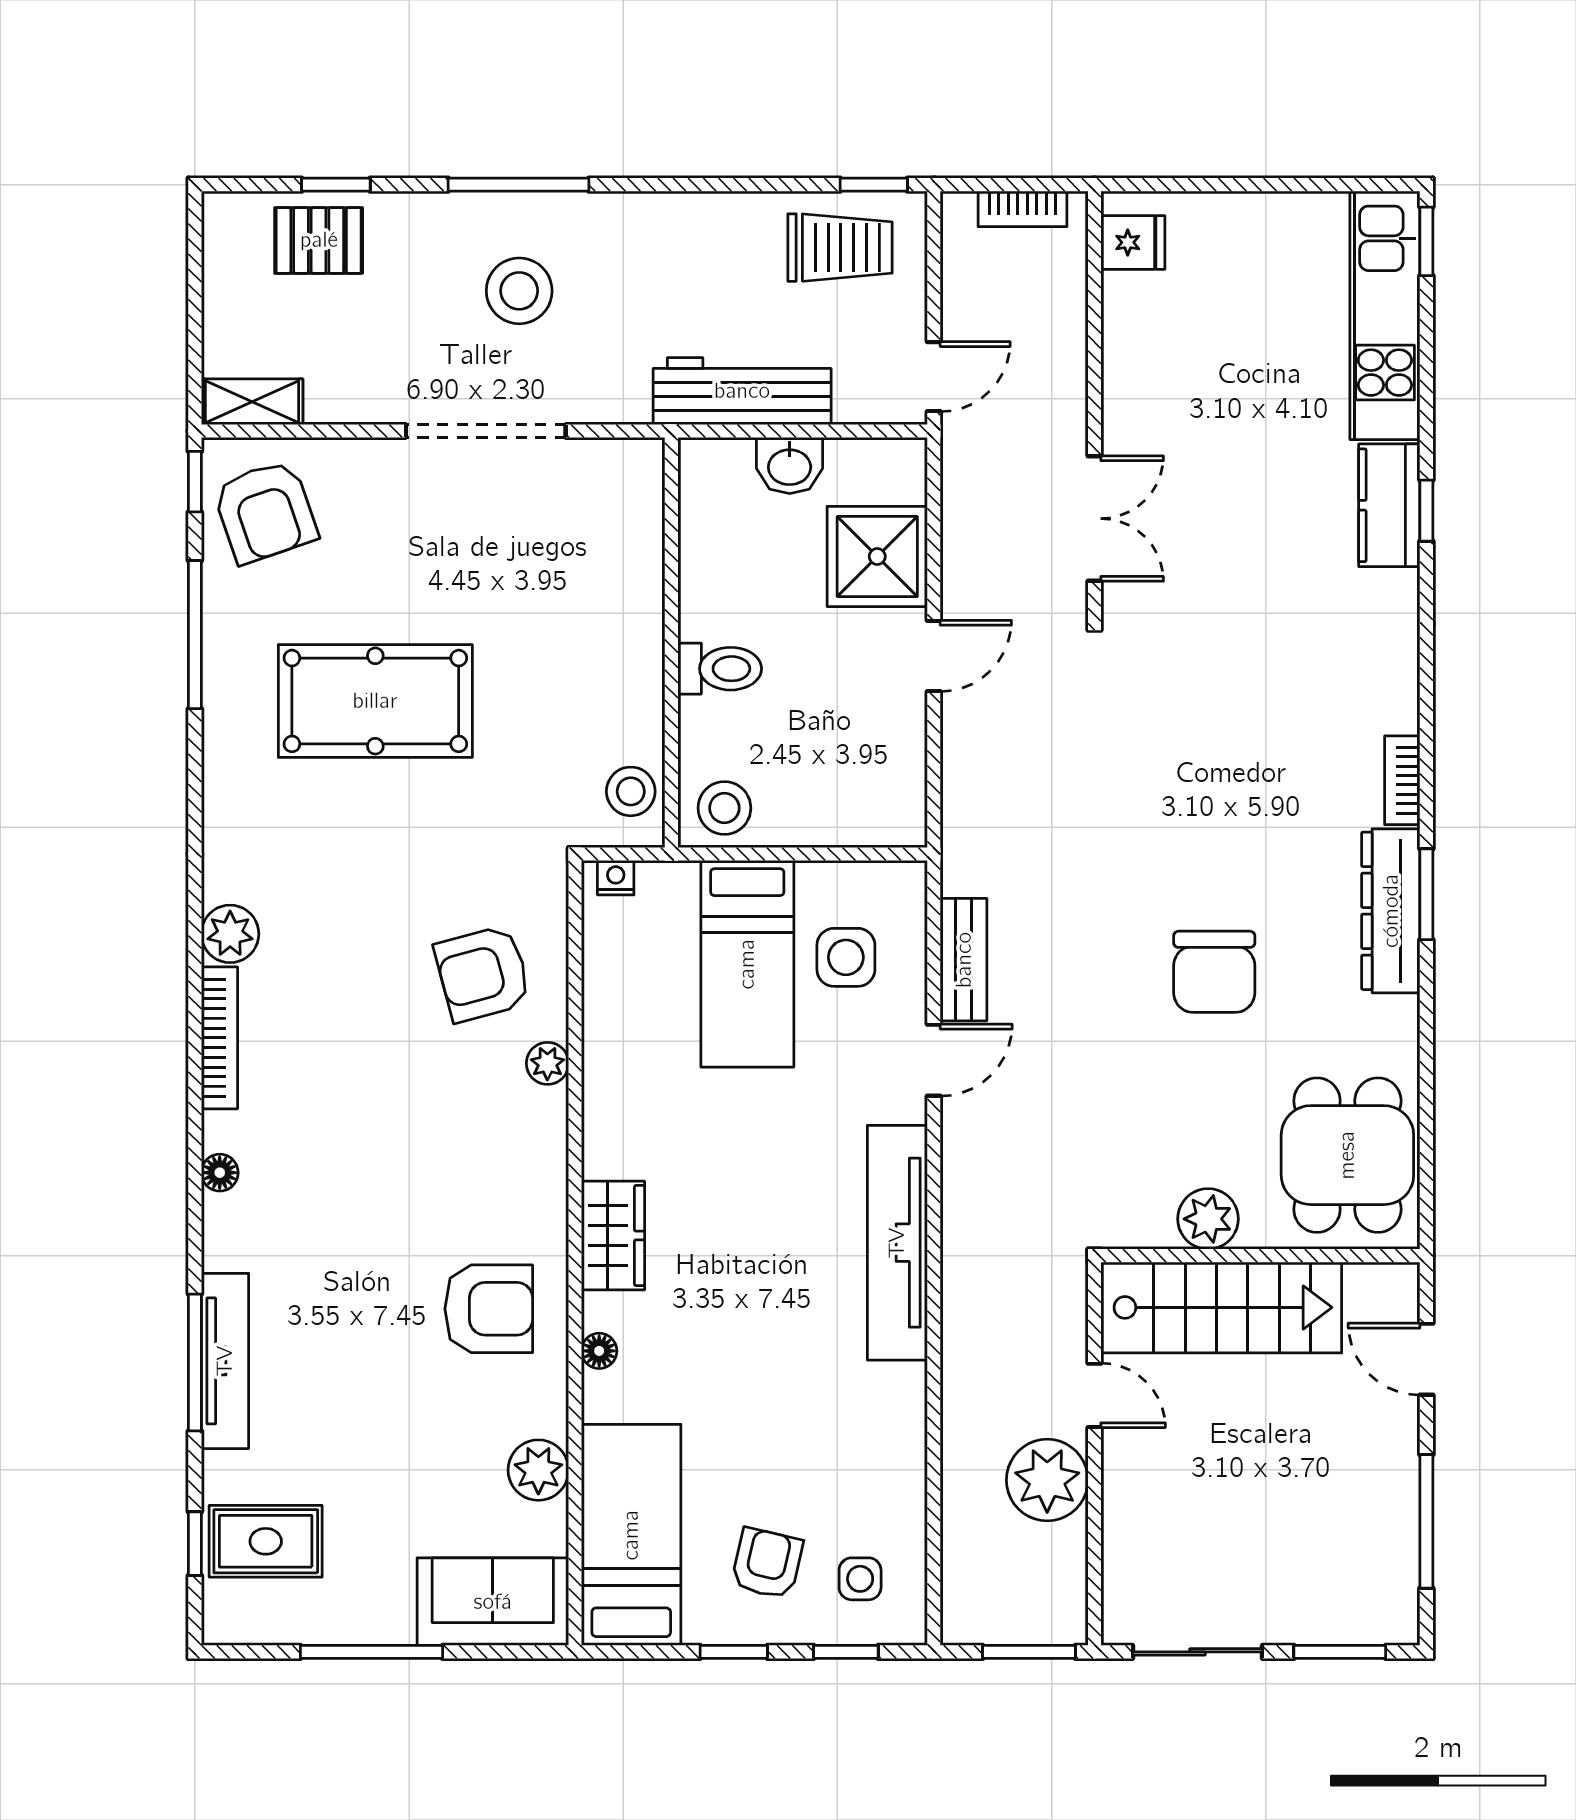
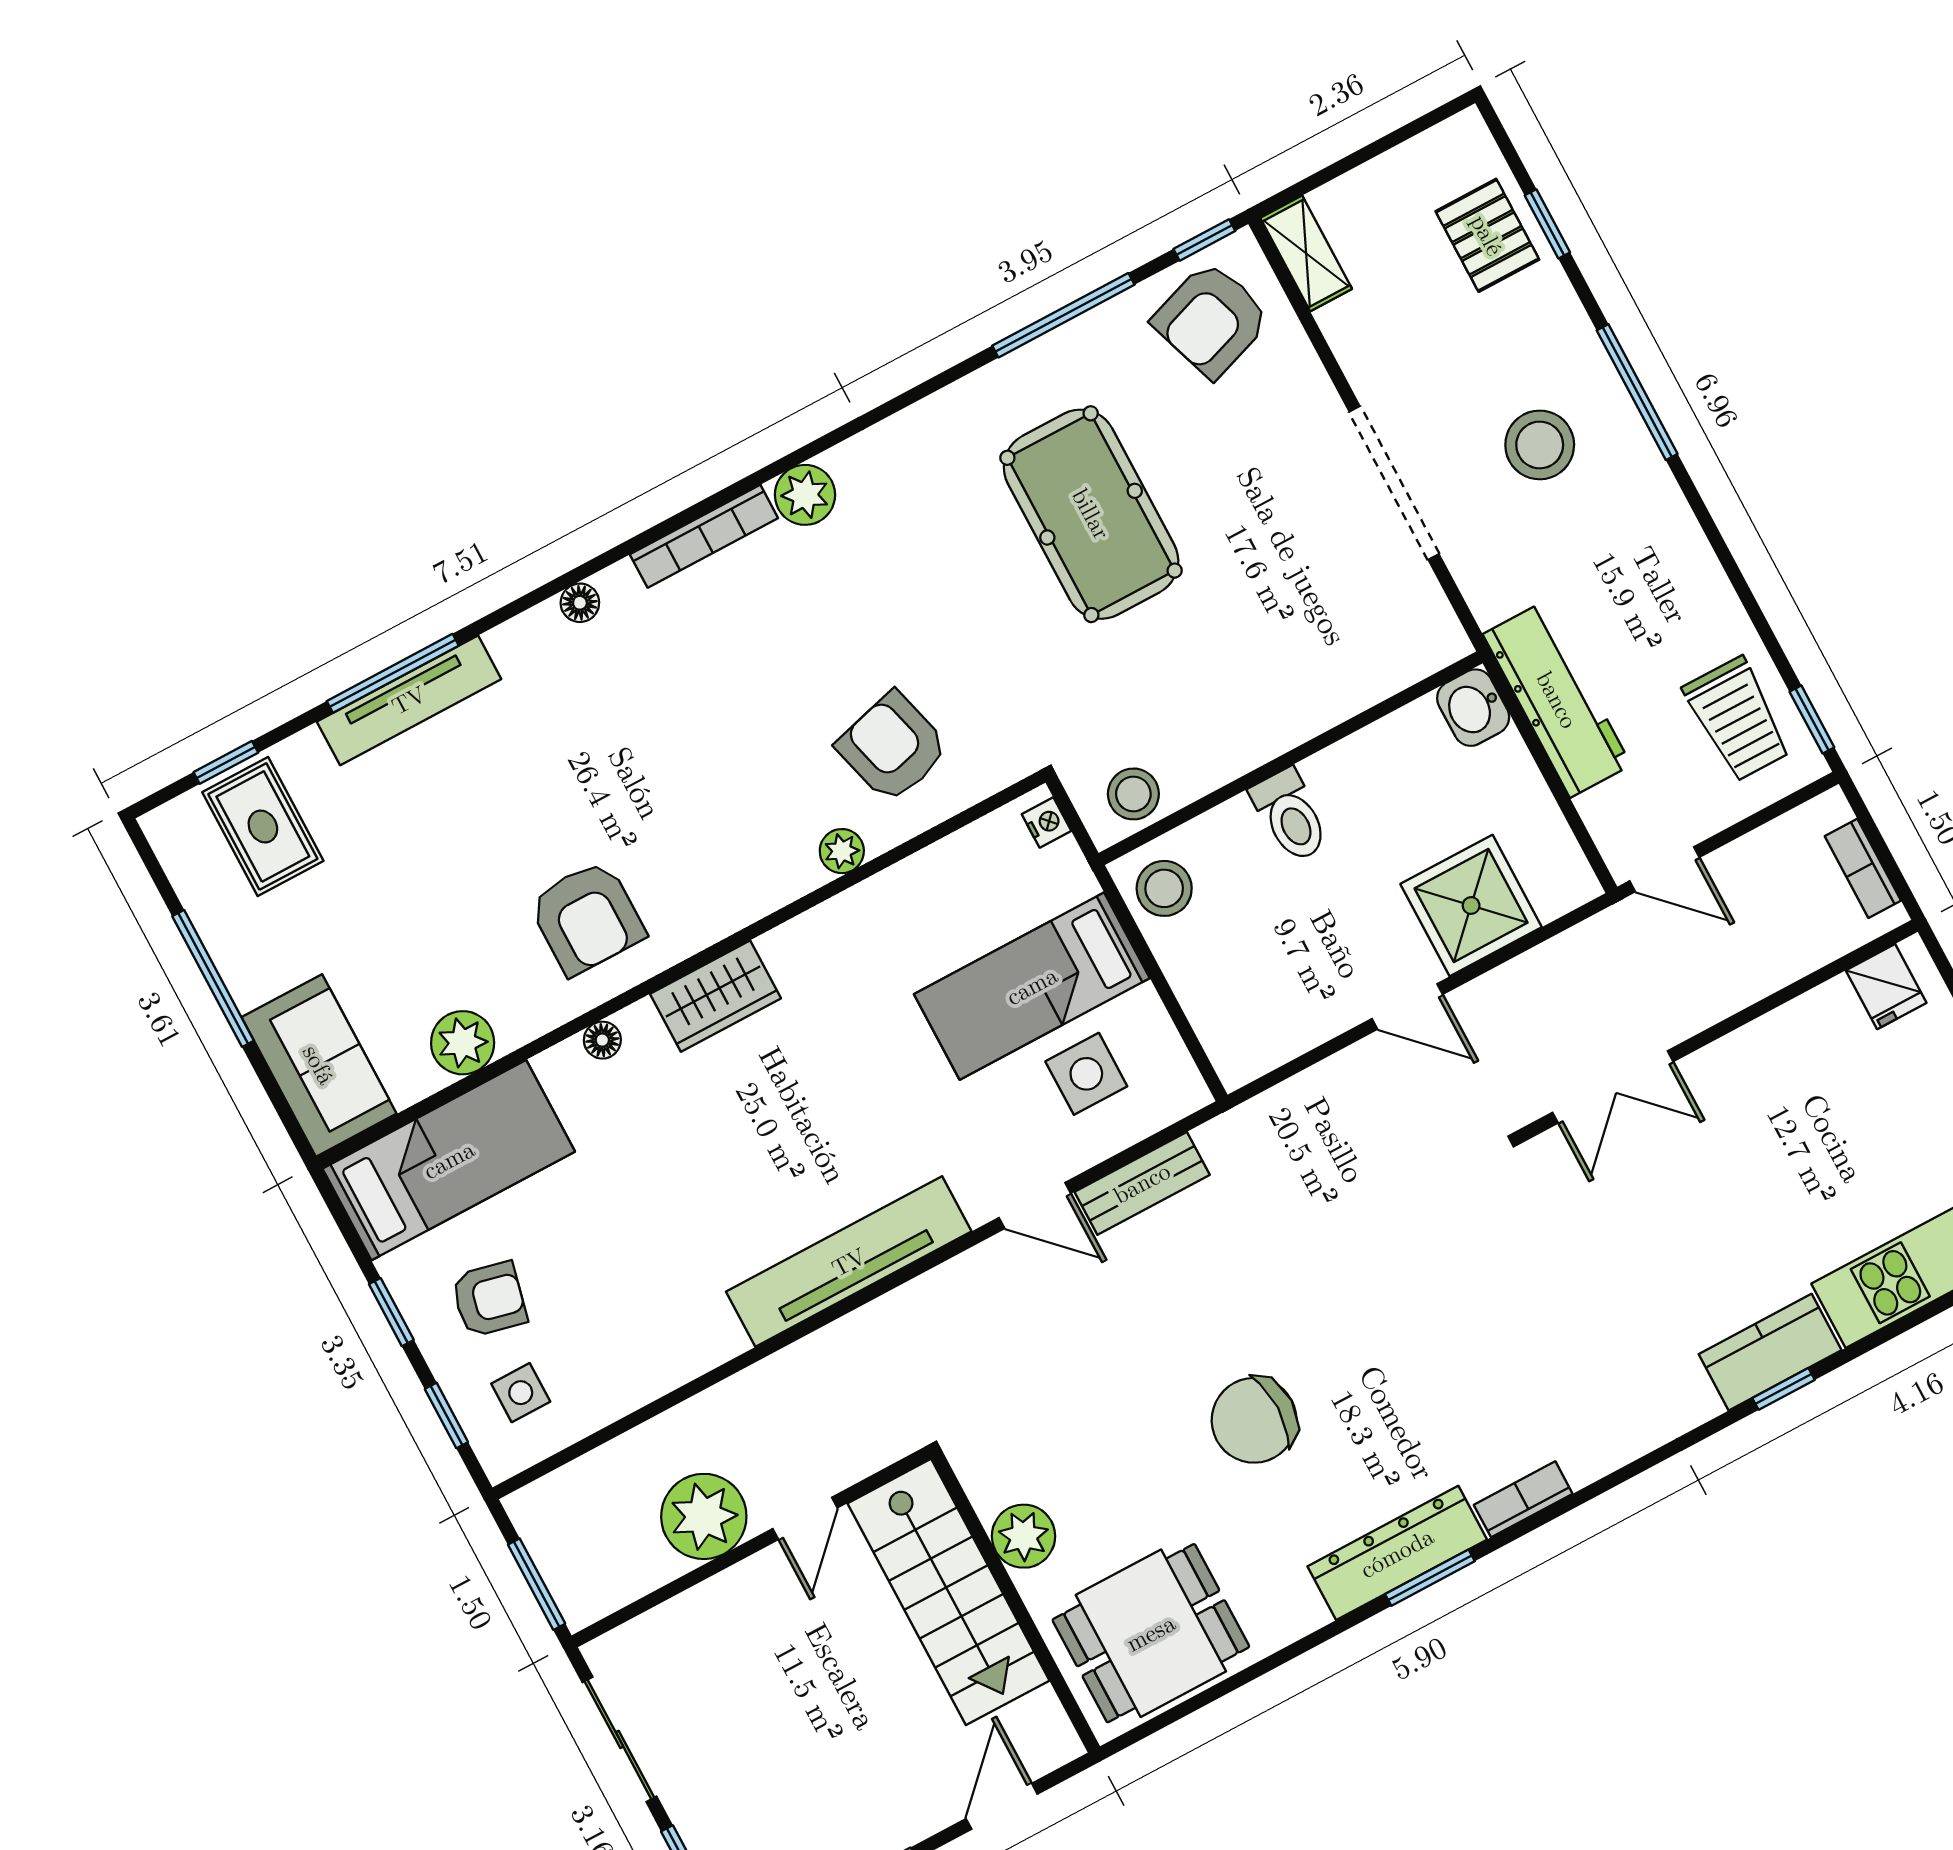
washbasin: (790, 466) -> (1473, 708), moved

